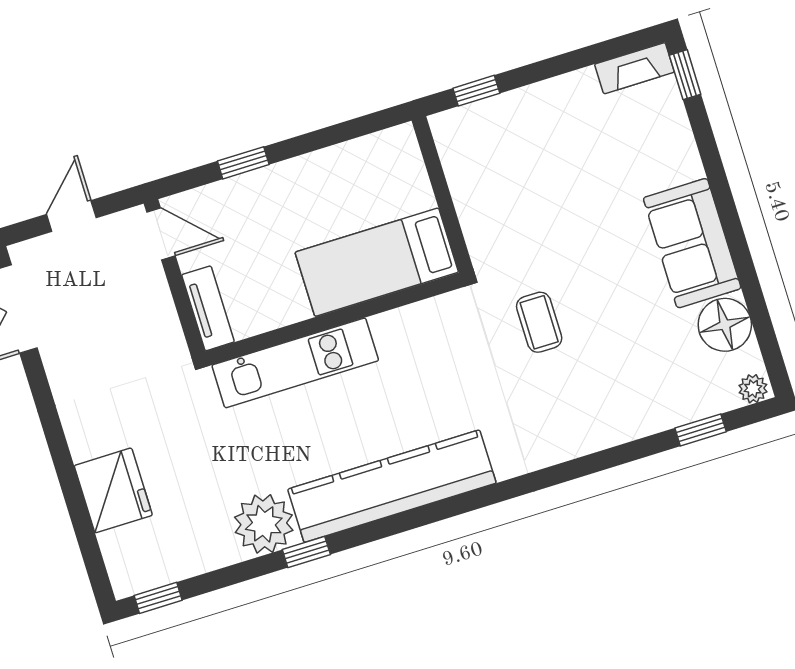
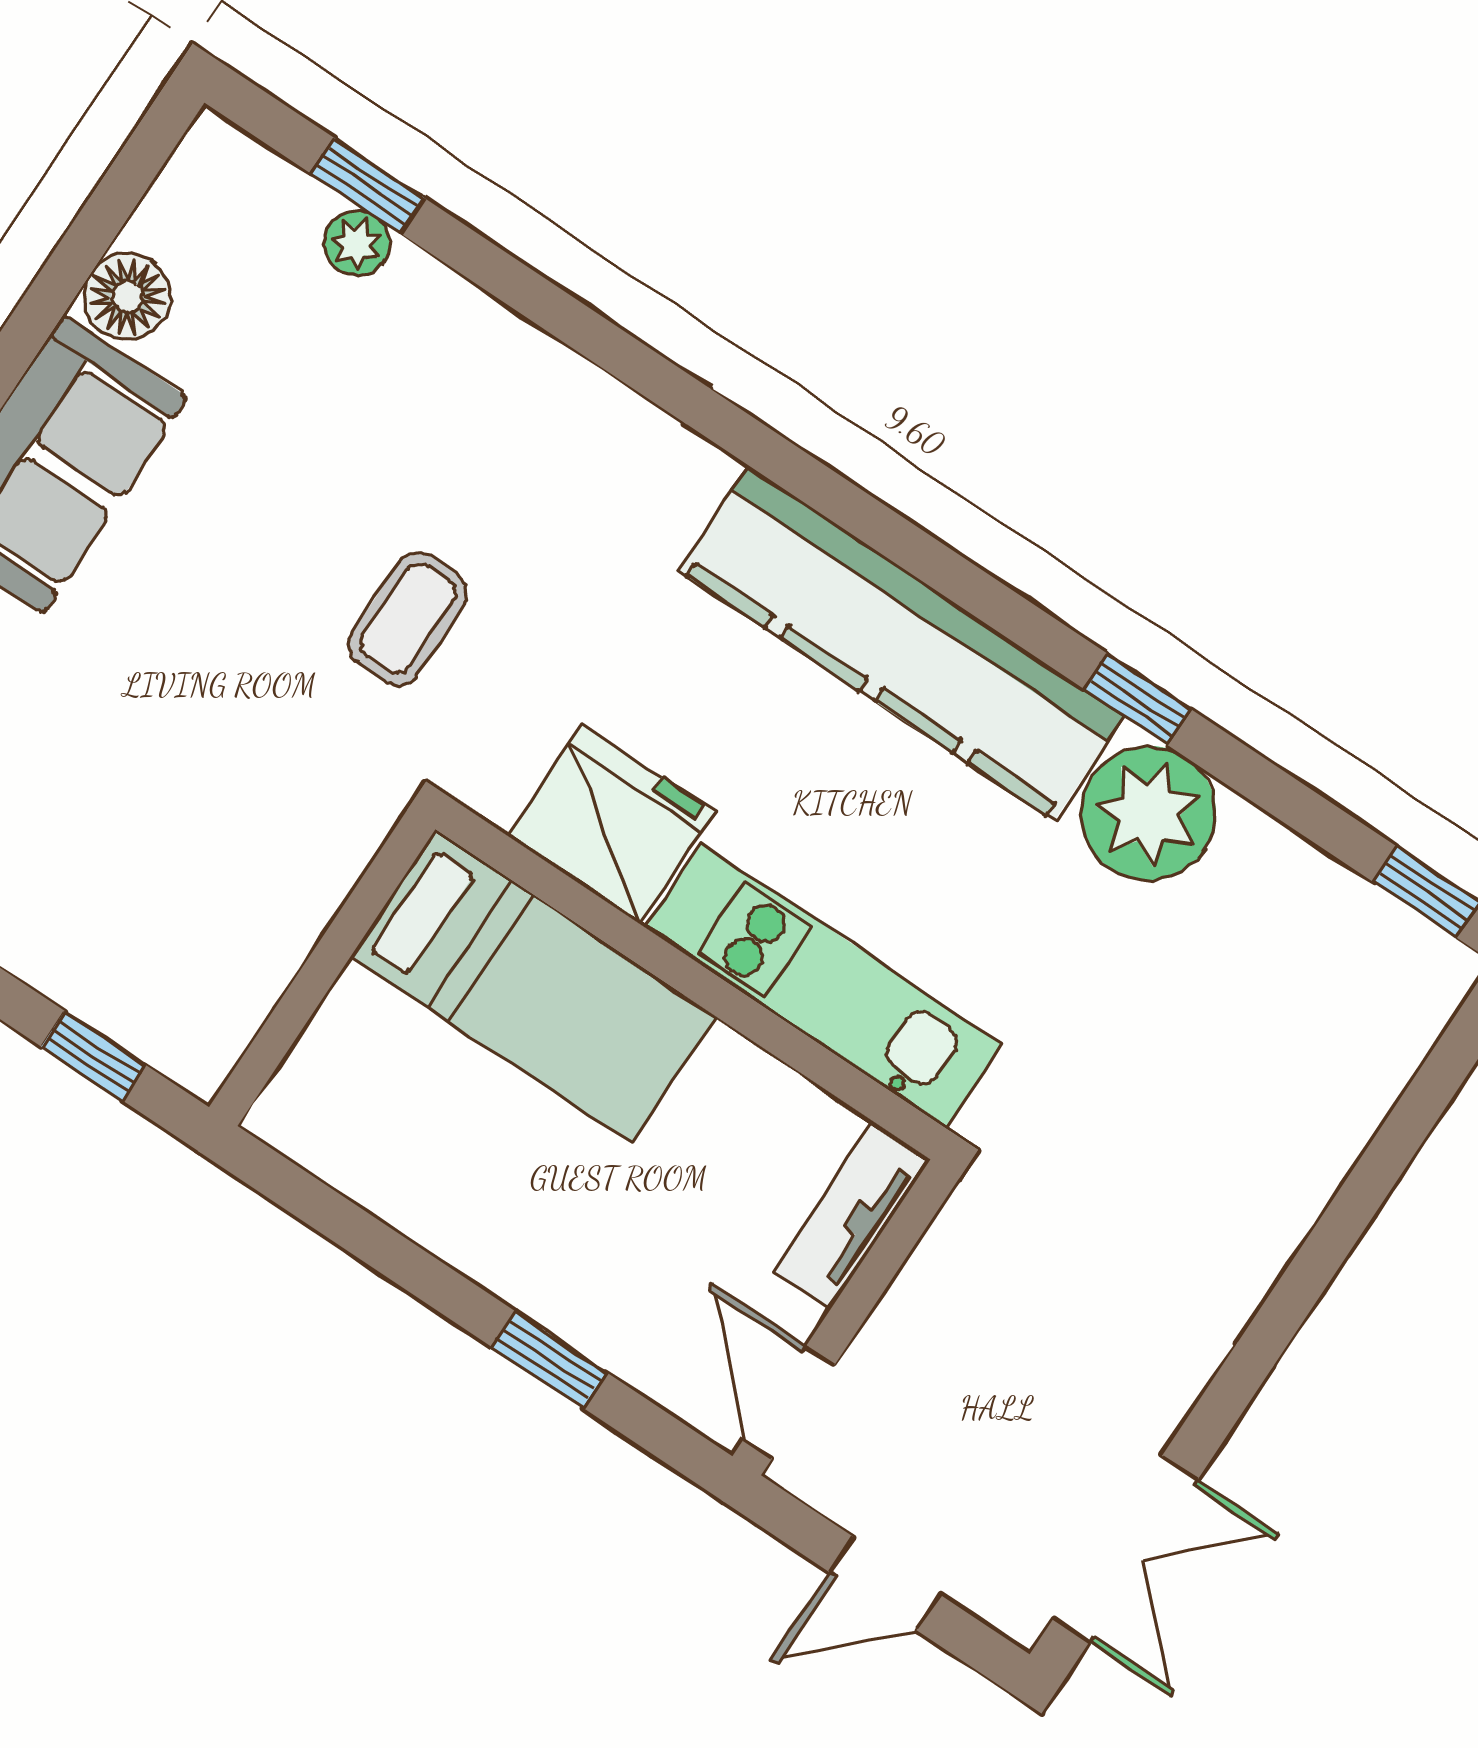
floor lamp: (725, 325) -> (127, 297), width x0.73, depth x0.73
plant: (753, 389) -> (357, 243), moved
fridge: (113, 490) -> (611, 824), moved, turned 90

